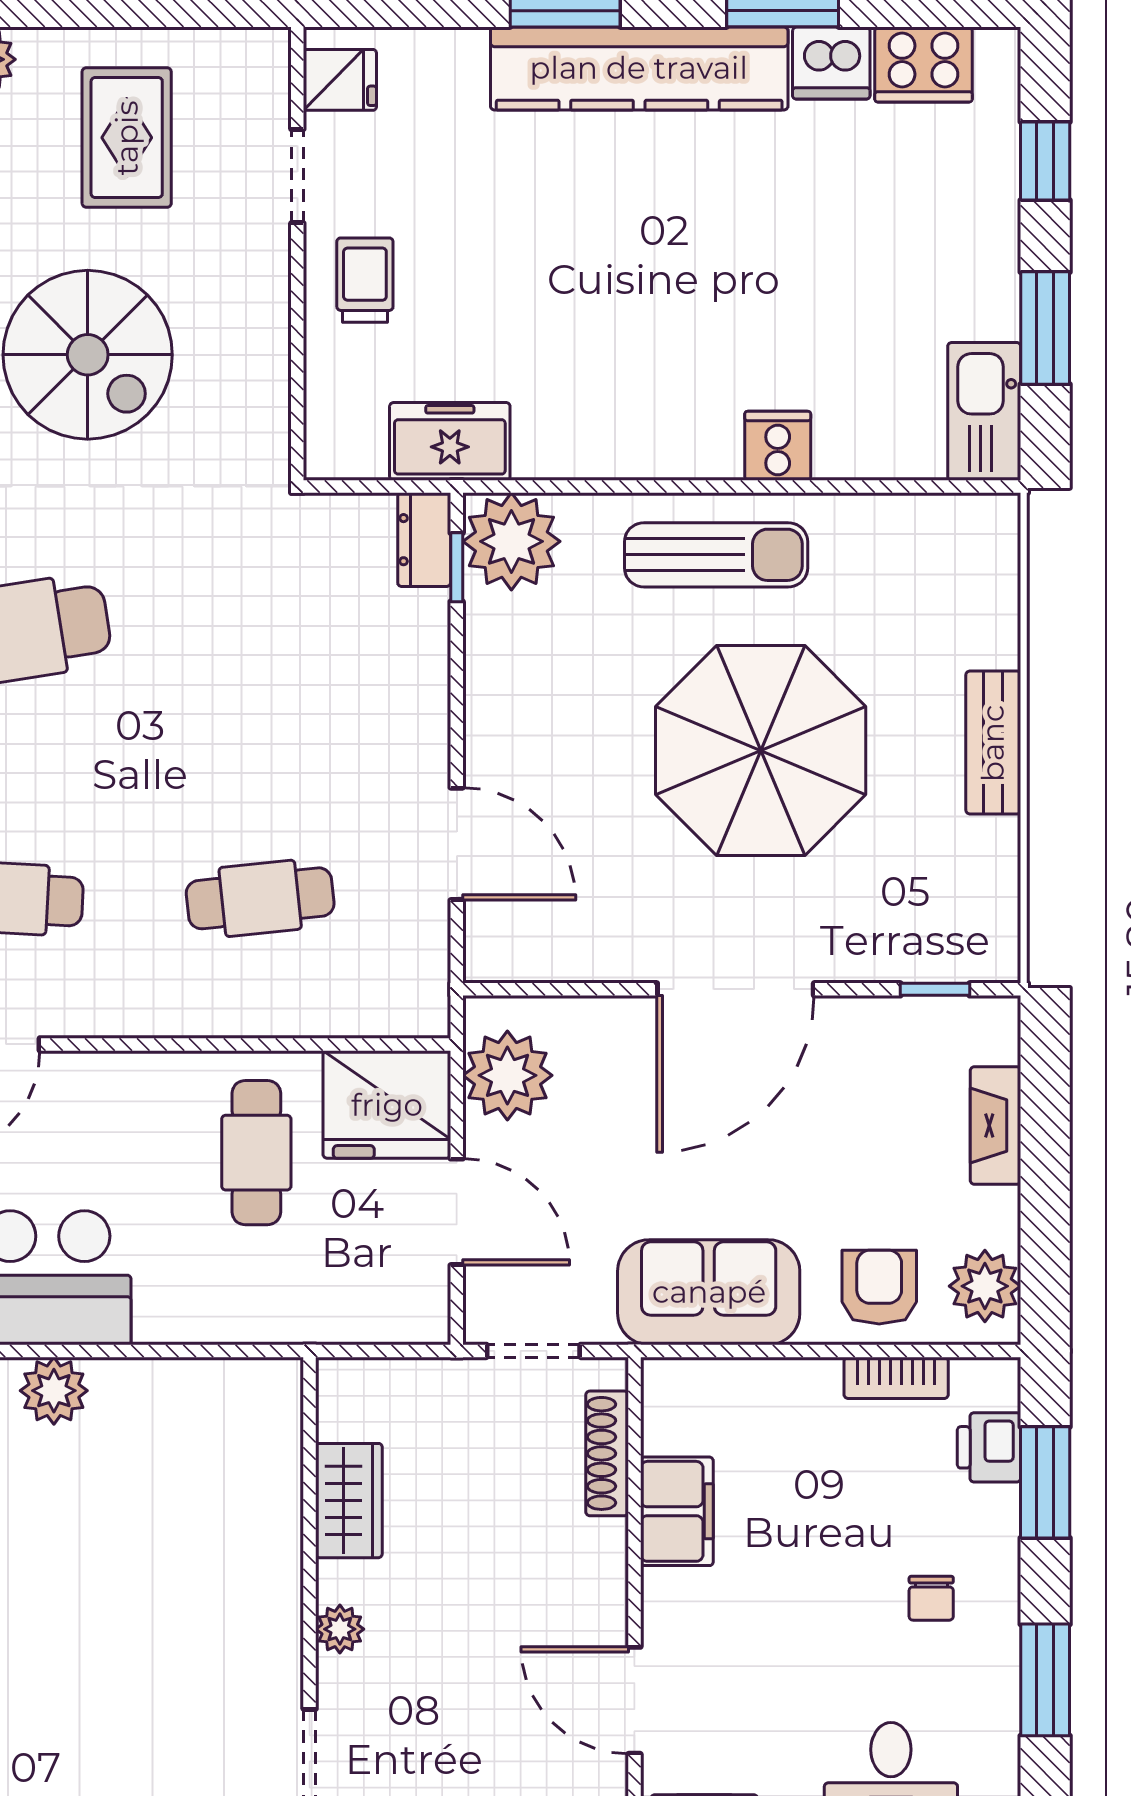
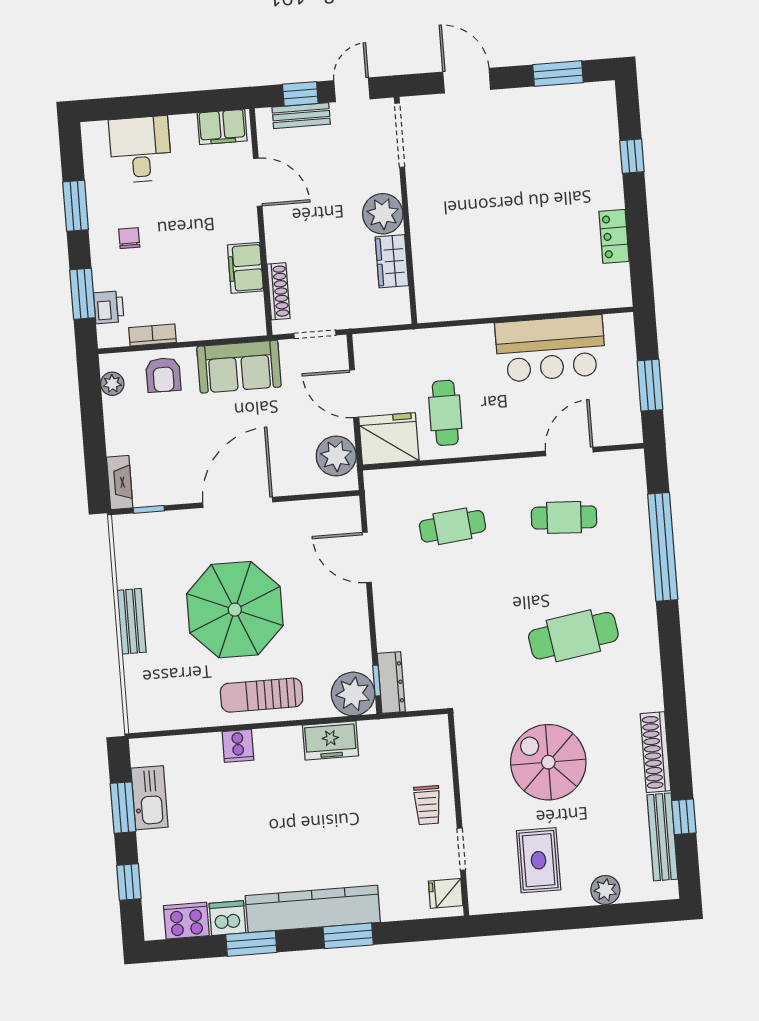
kitchen sink: (984, 411) -> (150, 798), moved
freezer: (450, 441) -> (330, 741), moved
dresser: (424, 540) -> (391, 683), width x1.44
fireplace: (995, 1125) -> (120, 483), moved
plant: (985, 1286) -> (112, 384), width x0.73, depth x0.73
plant: (54, 1391) -> (527, 300), removed
plant: (340, 1629) -> (383, 214), width x1.87, depth x1.87

